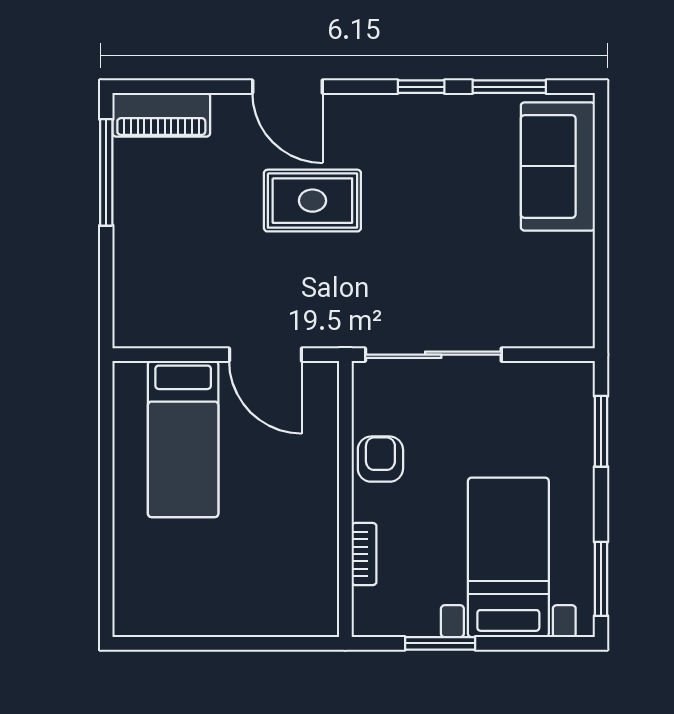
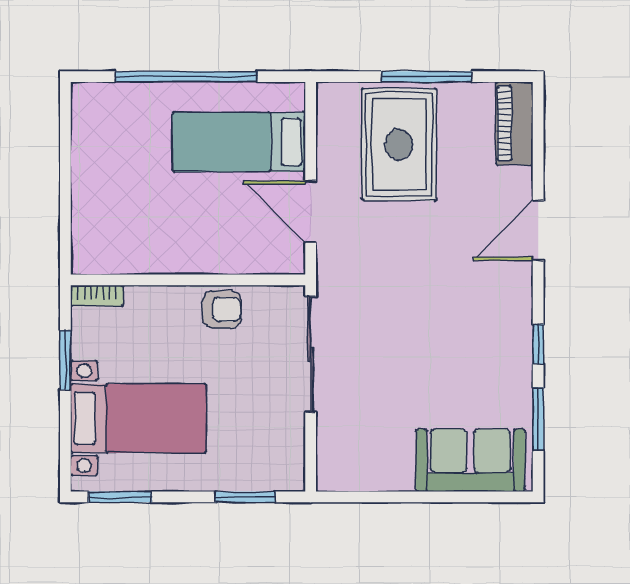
window: (106, 172) -> (427, 77), moved
rug: (312, 201) -> (399, 144), moved, width x1.36, depth x1.43
door: (265, 355) -> (311, 212), hinge flipped
window: (106, 501) -> (186, 77), added
bookcase: (364, 554) -> (97, 296), moved

